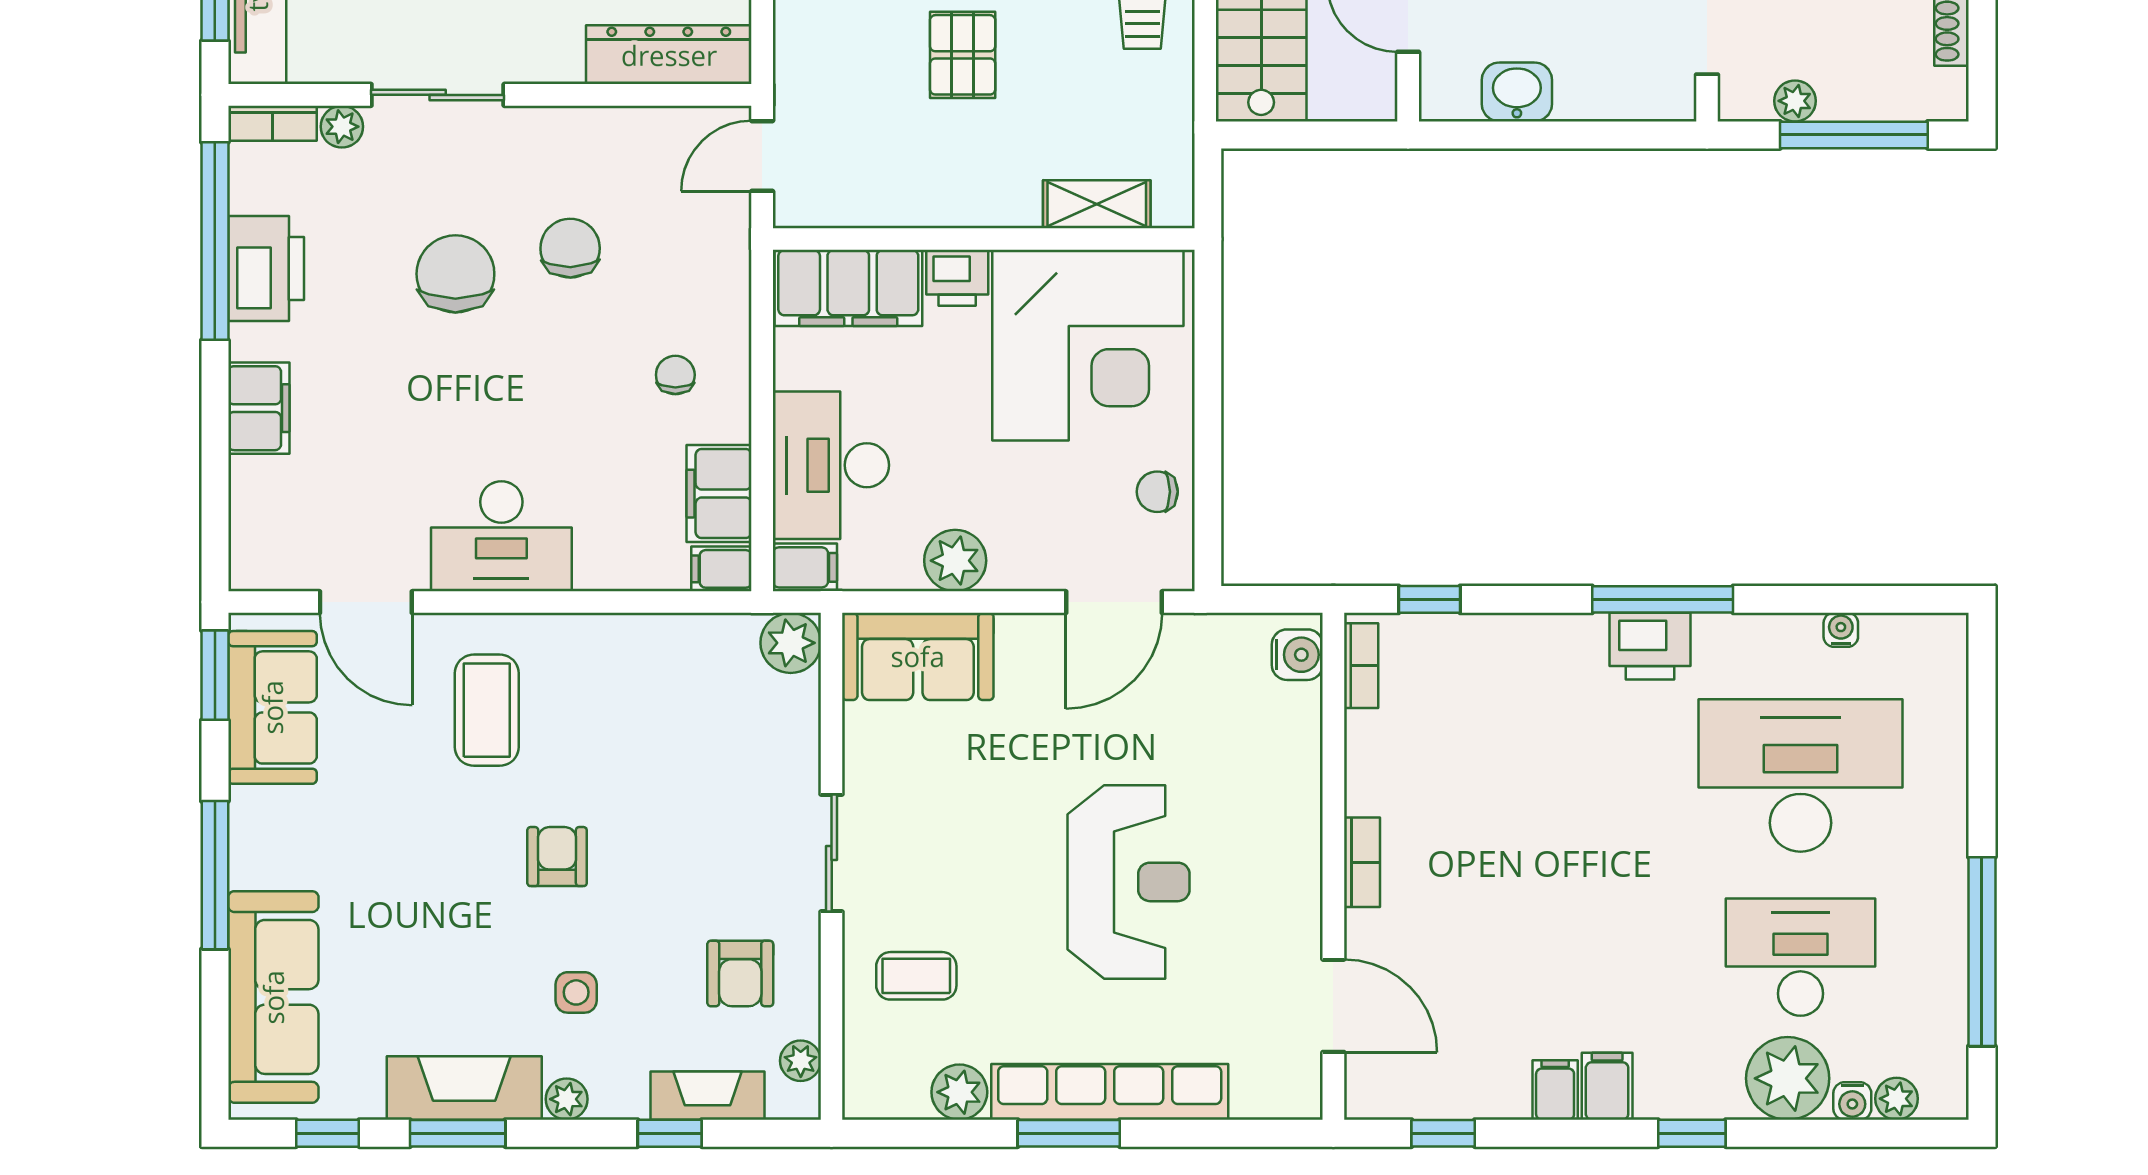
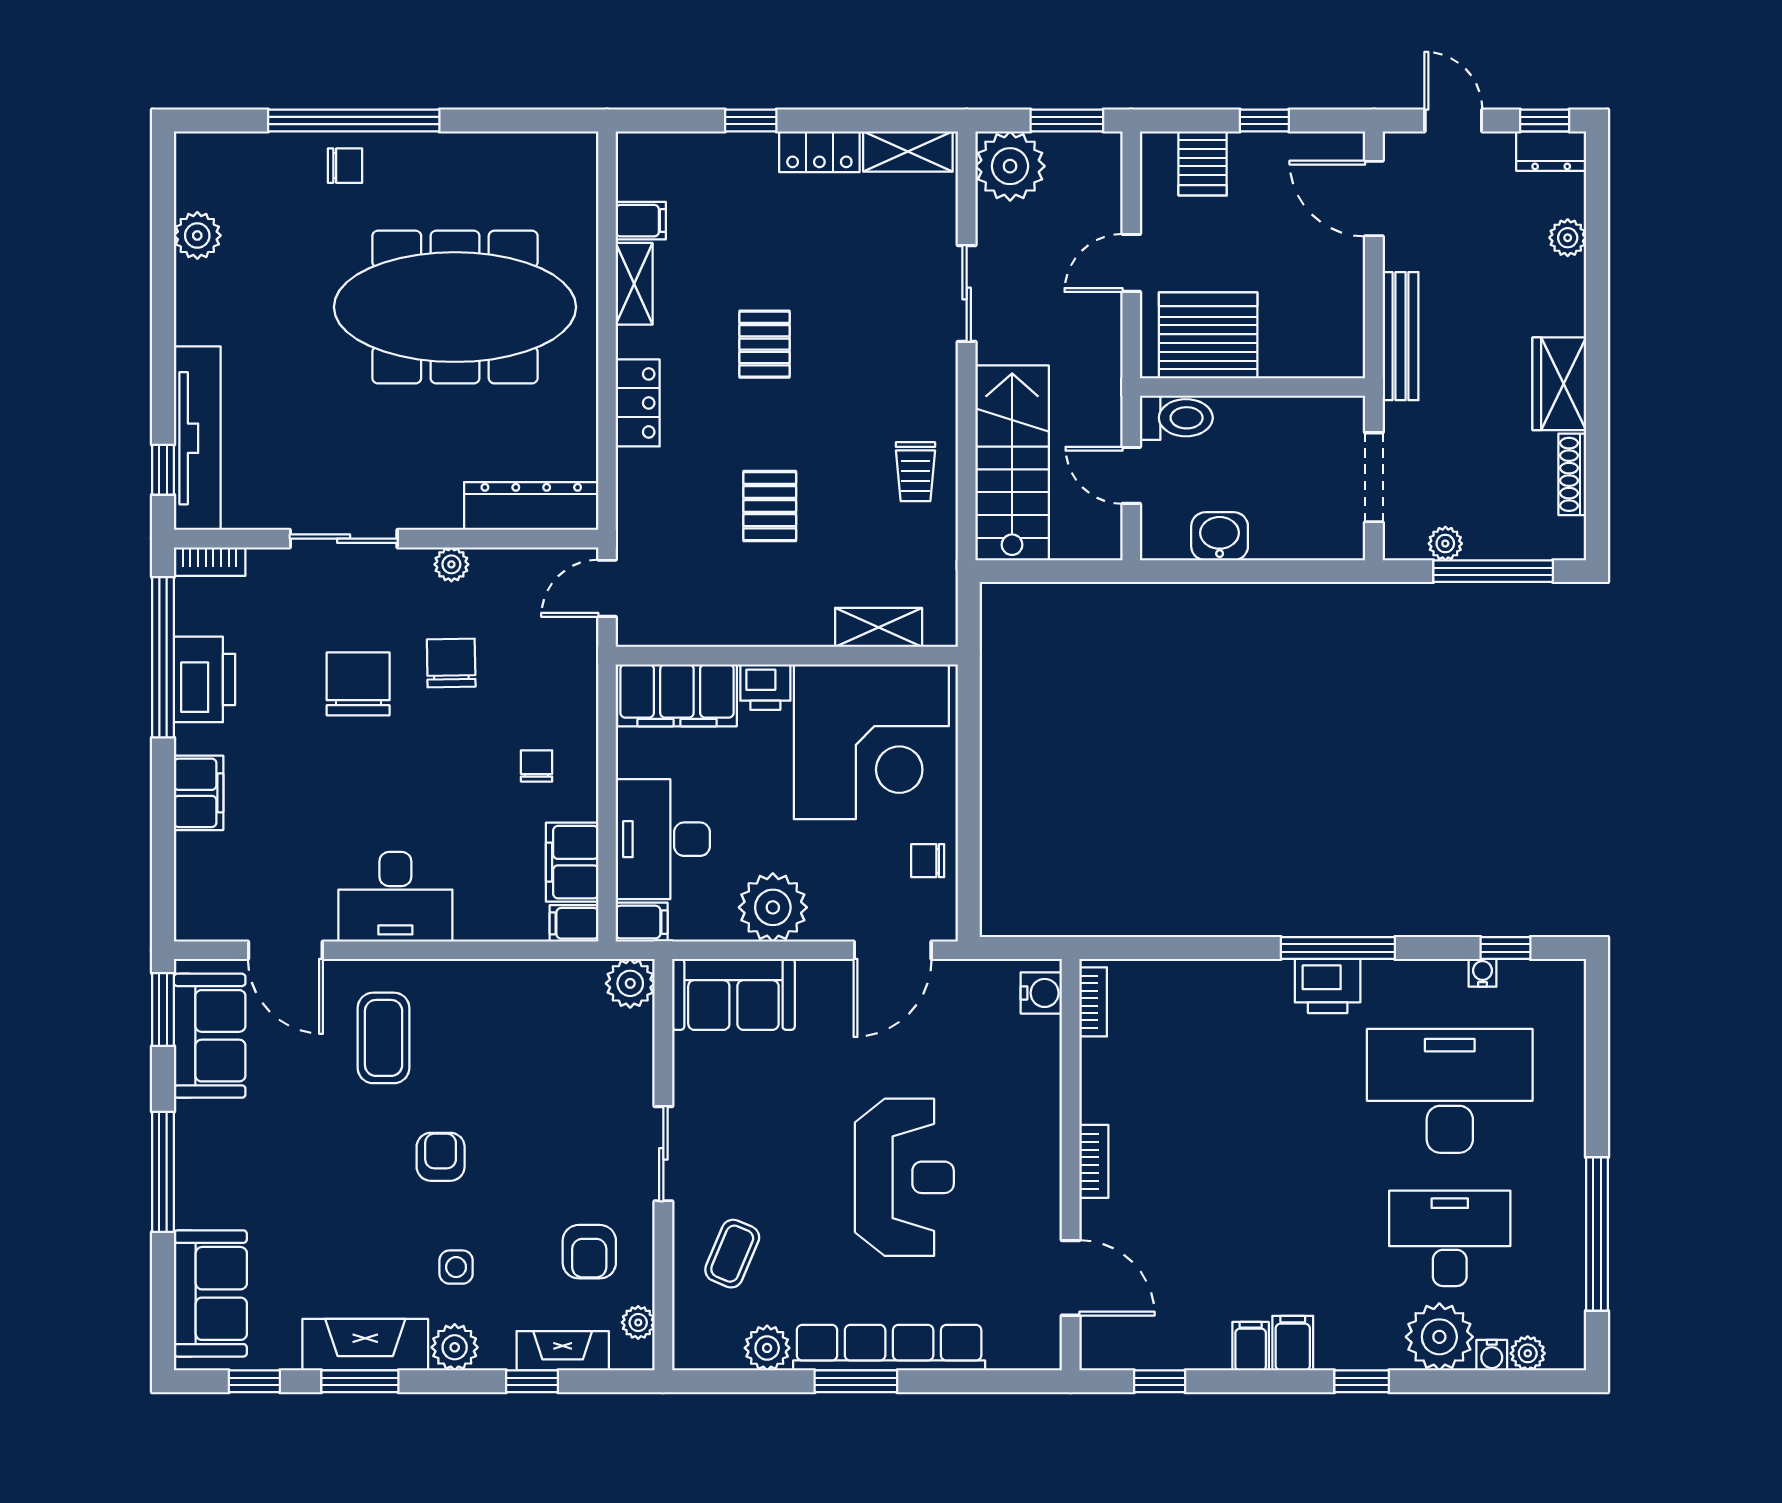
plant: (342, 127) -> (451, 564), moved
plant: (955, 561) -> (773, 907), width x1.36, depth x1.36
window: (1429, 599) -> (1506, 948), moved
coffee table: (916, 976) -> (732, 1254), turned -67
sofa: (273, 997) -> (210, 1293), width x0.73
plant: (567, 1099) -> (455, 1347), width x1.38, depth x1.38

